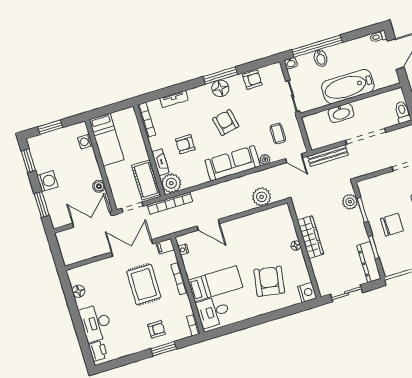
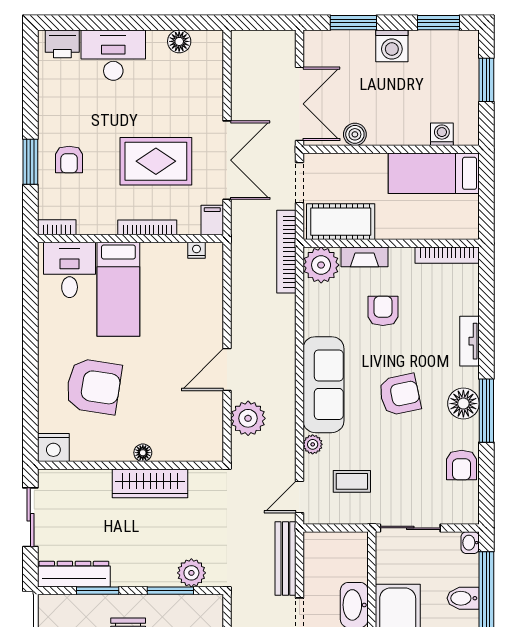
tv unit: (174, 99) -> (470, 341), moved
door: (208, 225) -> (227, 369), moved

